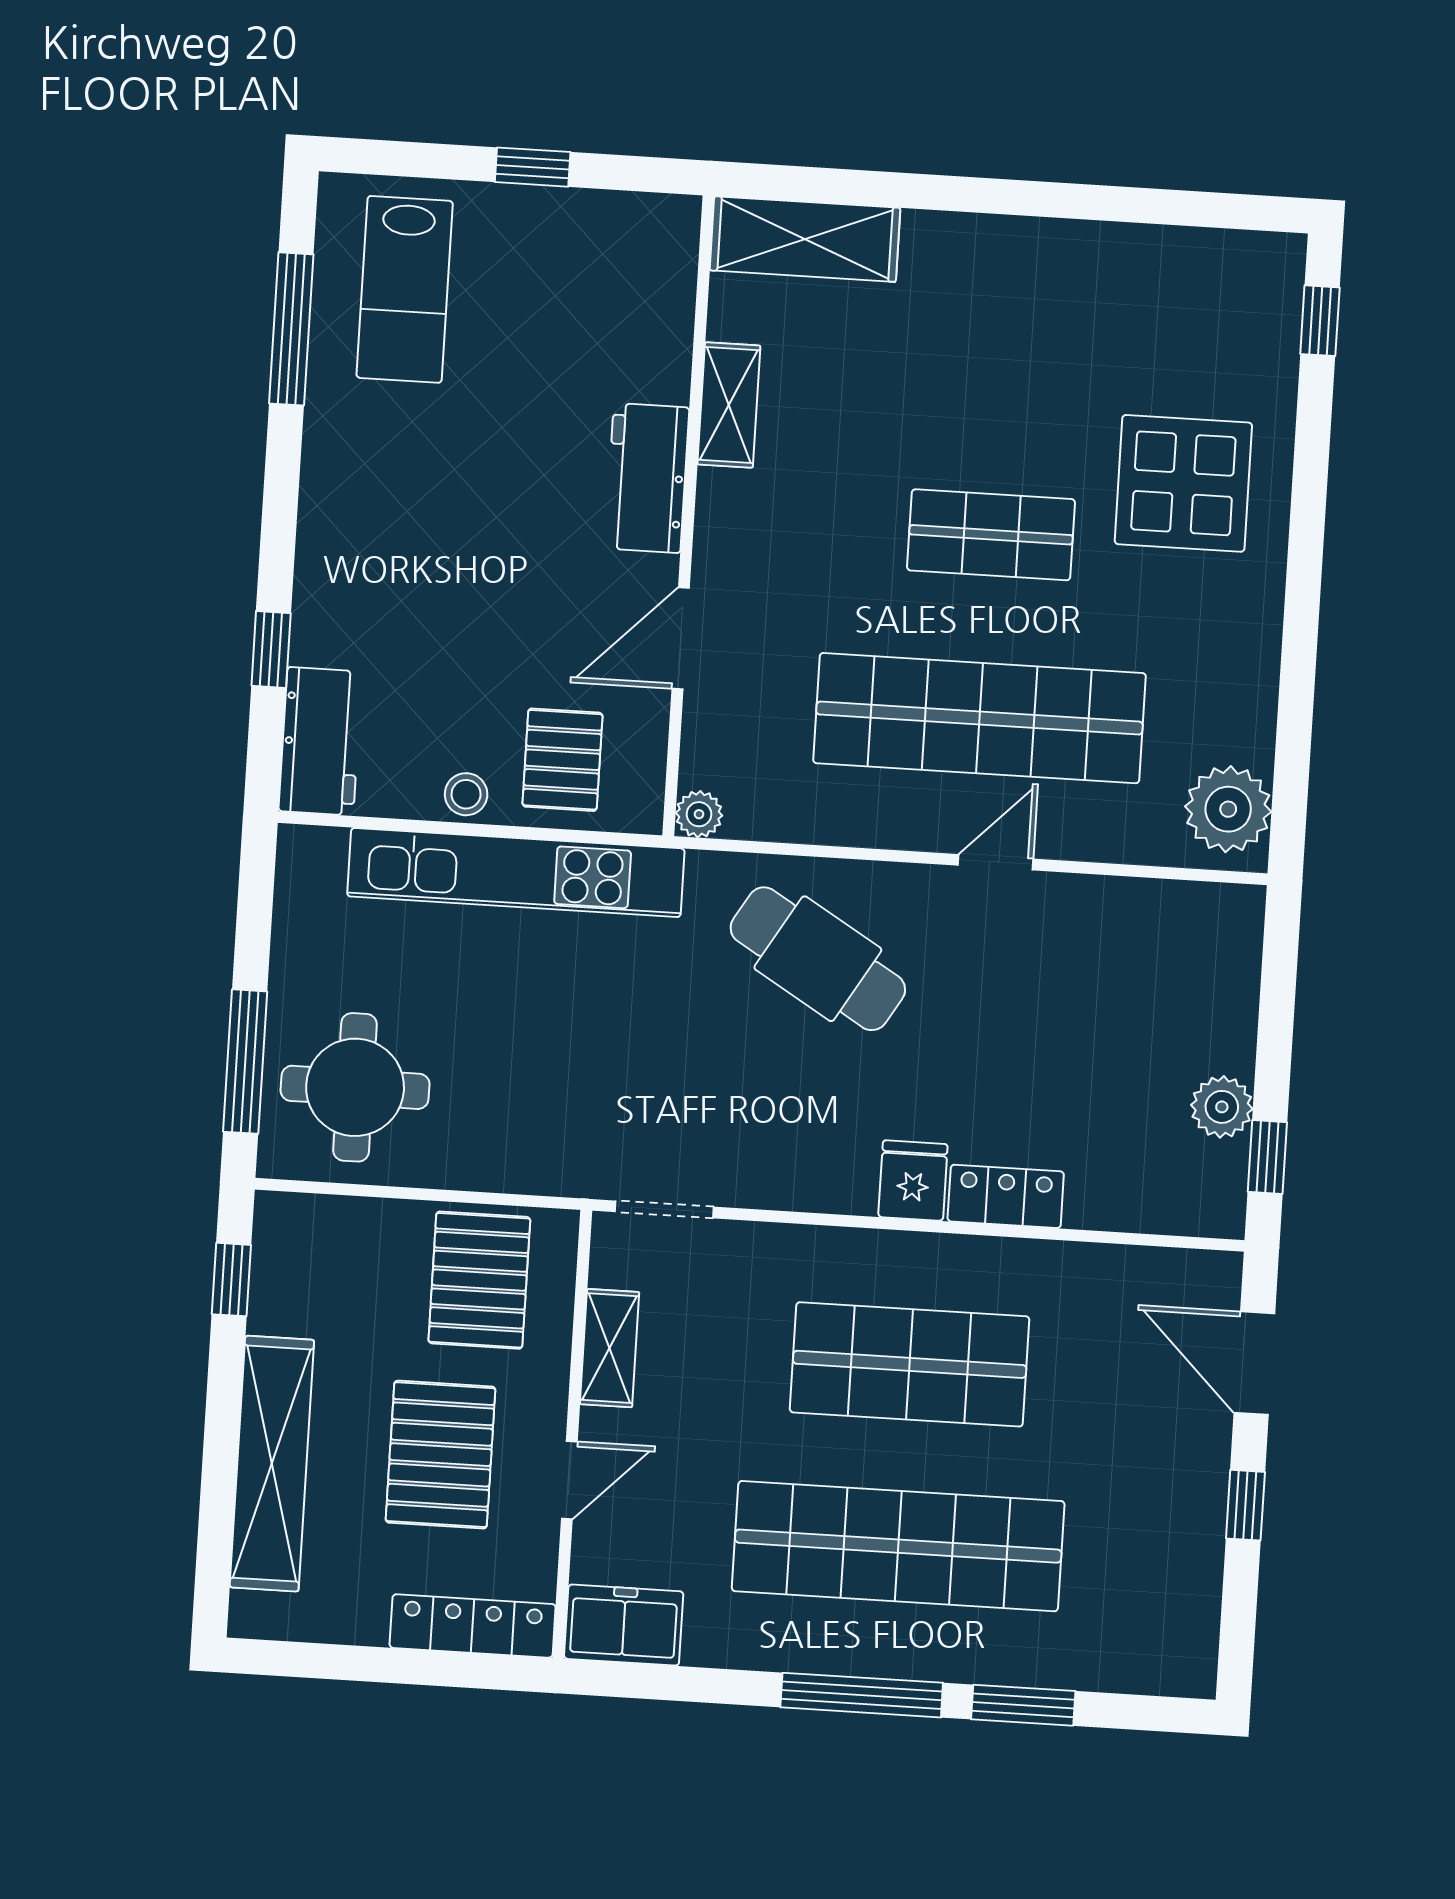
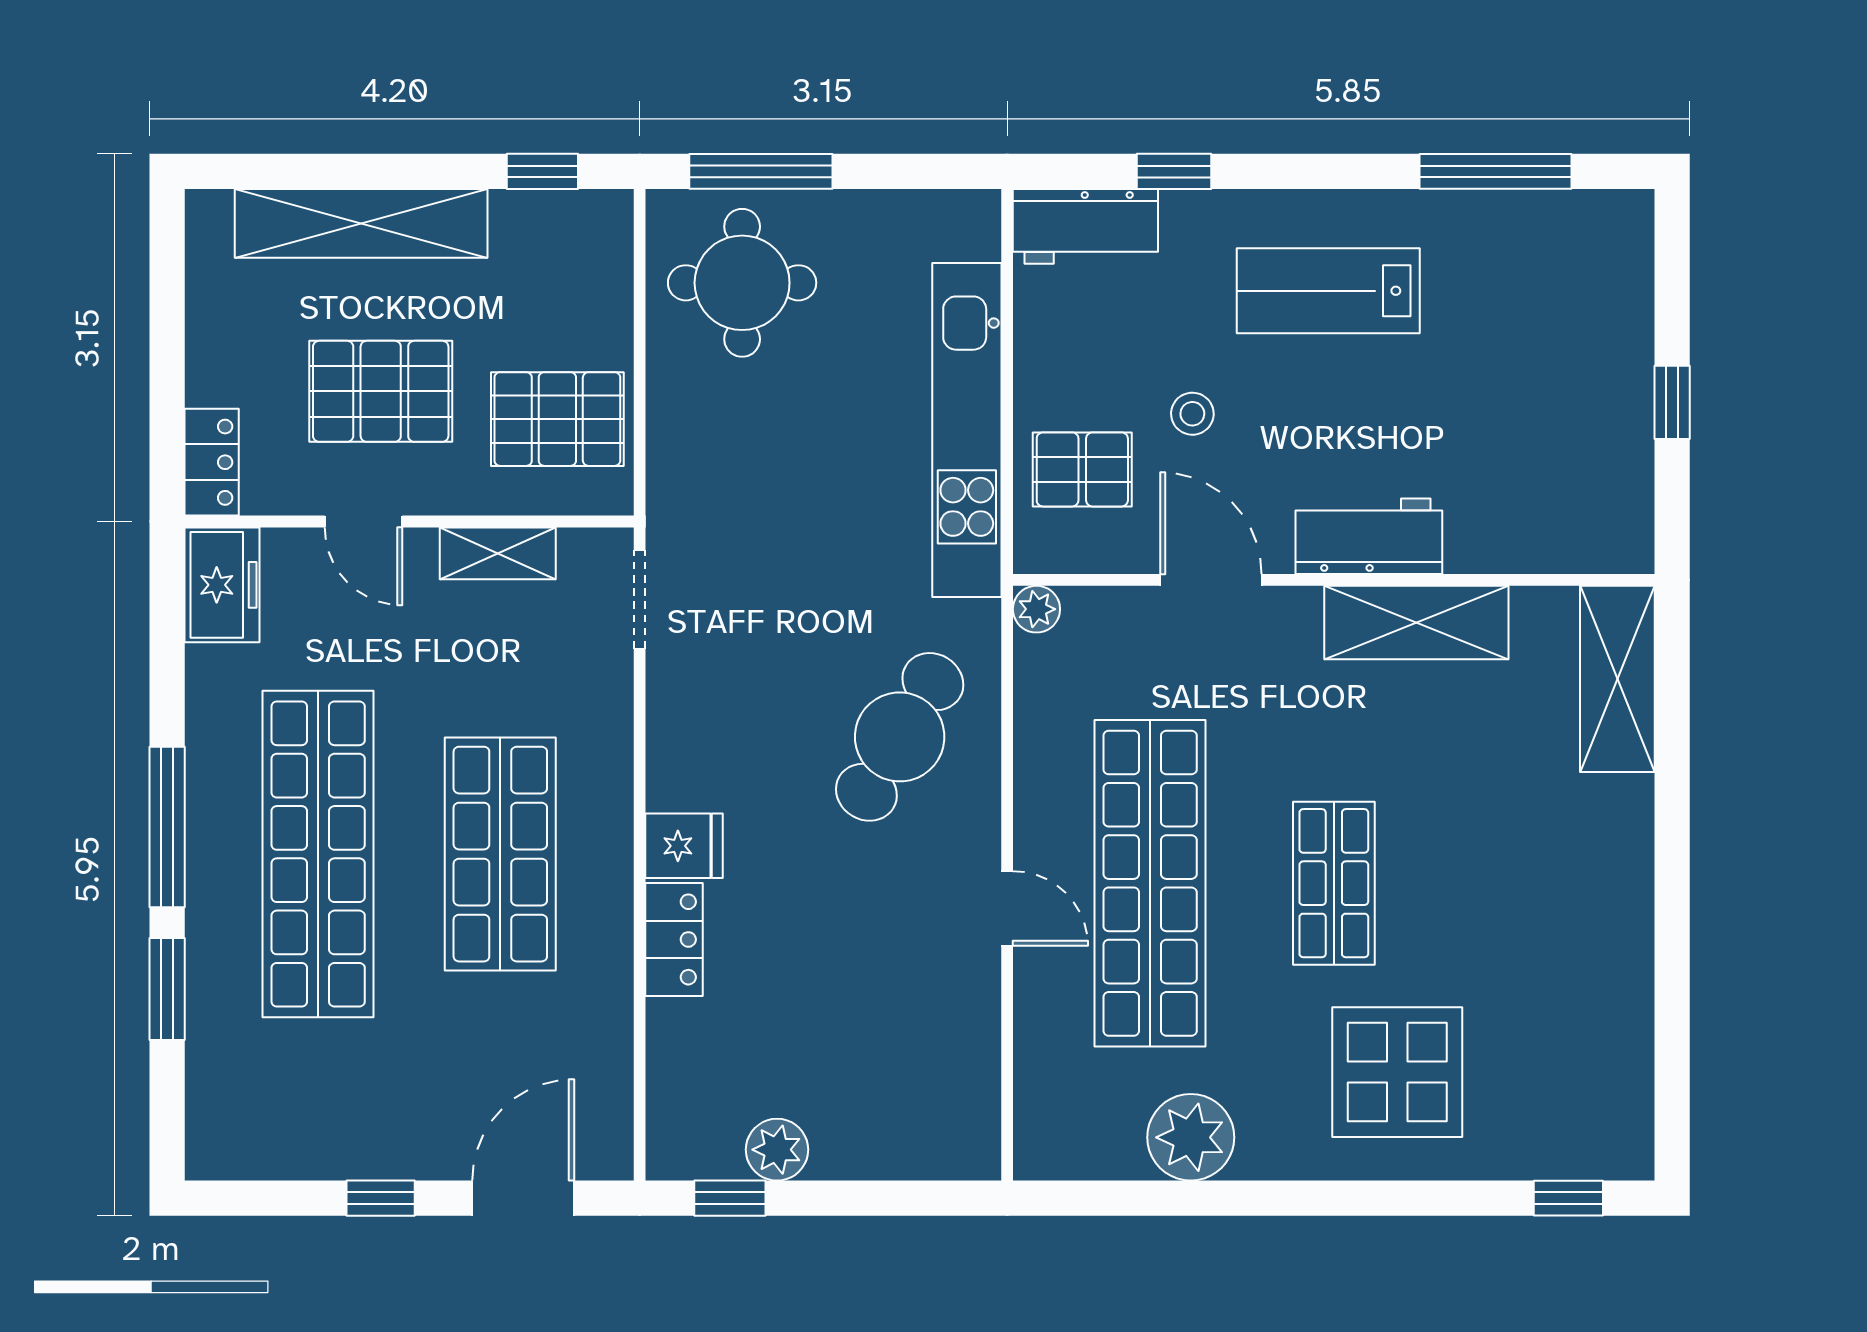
lab bench: (405, 289) -> (1328, 291), moved
shelving: (729, 405) -> (1416, 622), width x1.50, depth x1.33
stool: (466, 794) -> (1192, 414), moved
plant: (1228, 809) -> (1191, 1137), moved
locker: (473, 1626) -> (212, 462), width x0.66

